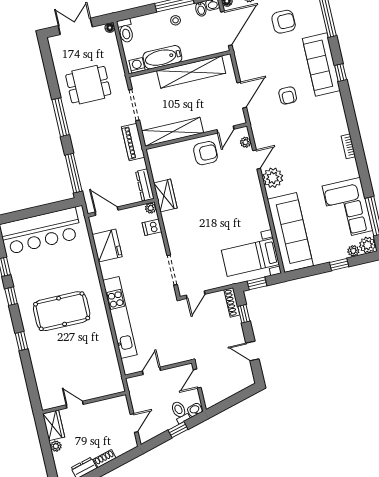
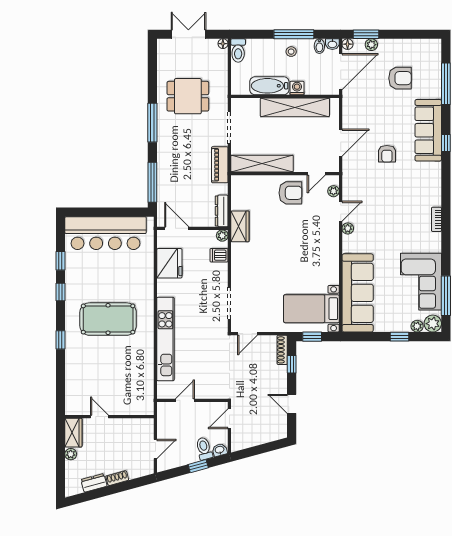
washing machine: (137, 65) -> (297, 88), moved
plant: (273, 178) -> (348, 228), width x0.53, depth x0.53

